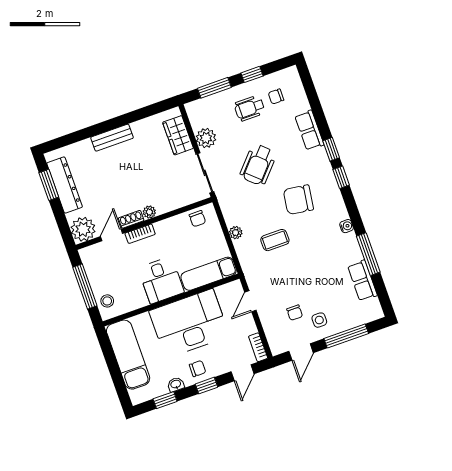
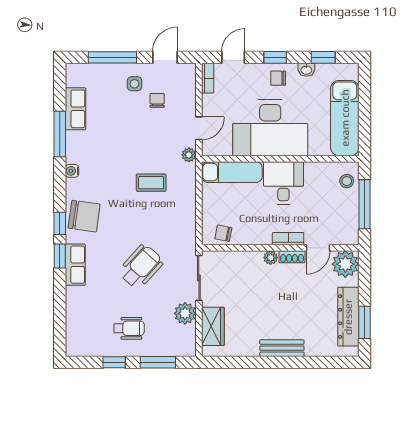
chair: (276, 97) -> (97, 331), removed
row of seats: (309, 130) -> (75, 265), moved
chair: (298, 200) -> (84, 216), moved
chair: (197, 219) -> (223, 233), turned -79
plant: (236, 233) -> (189, 155), moved

